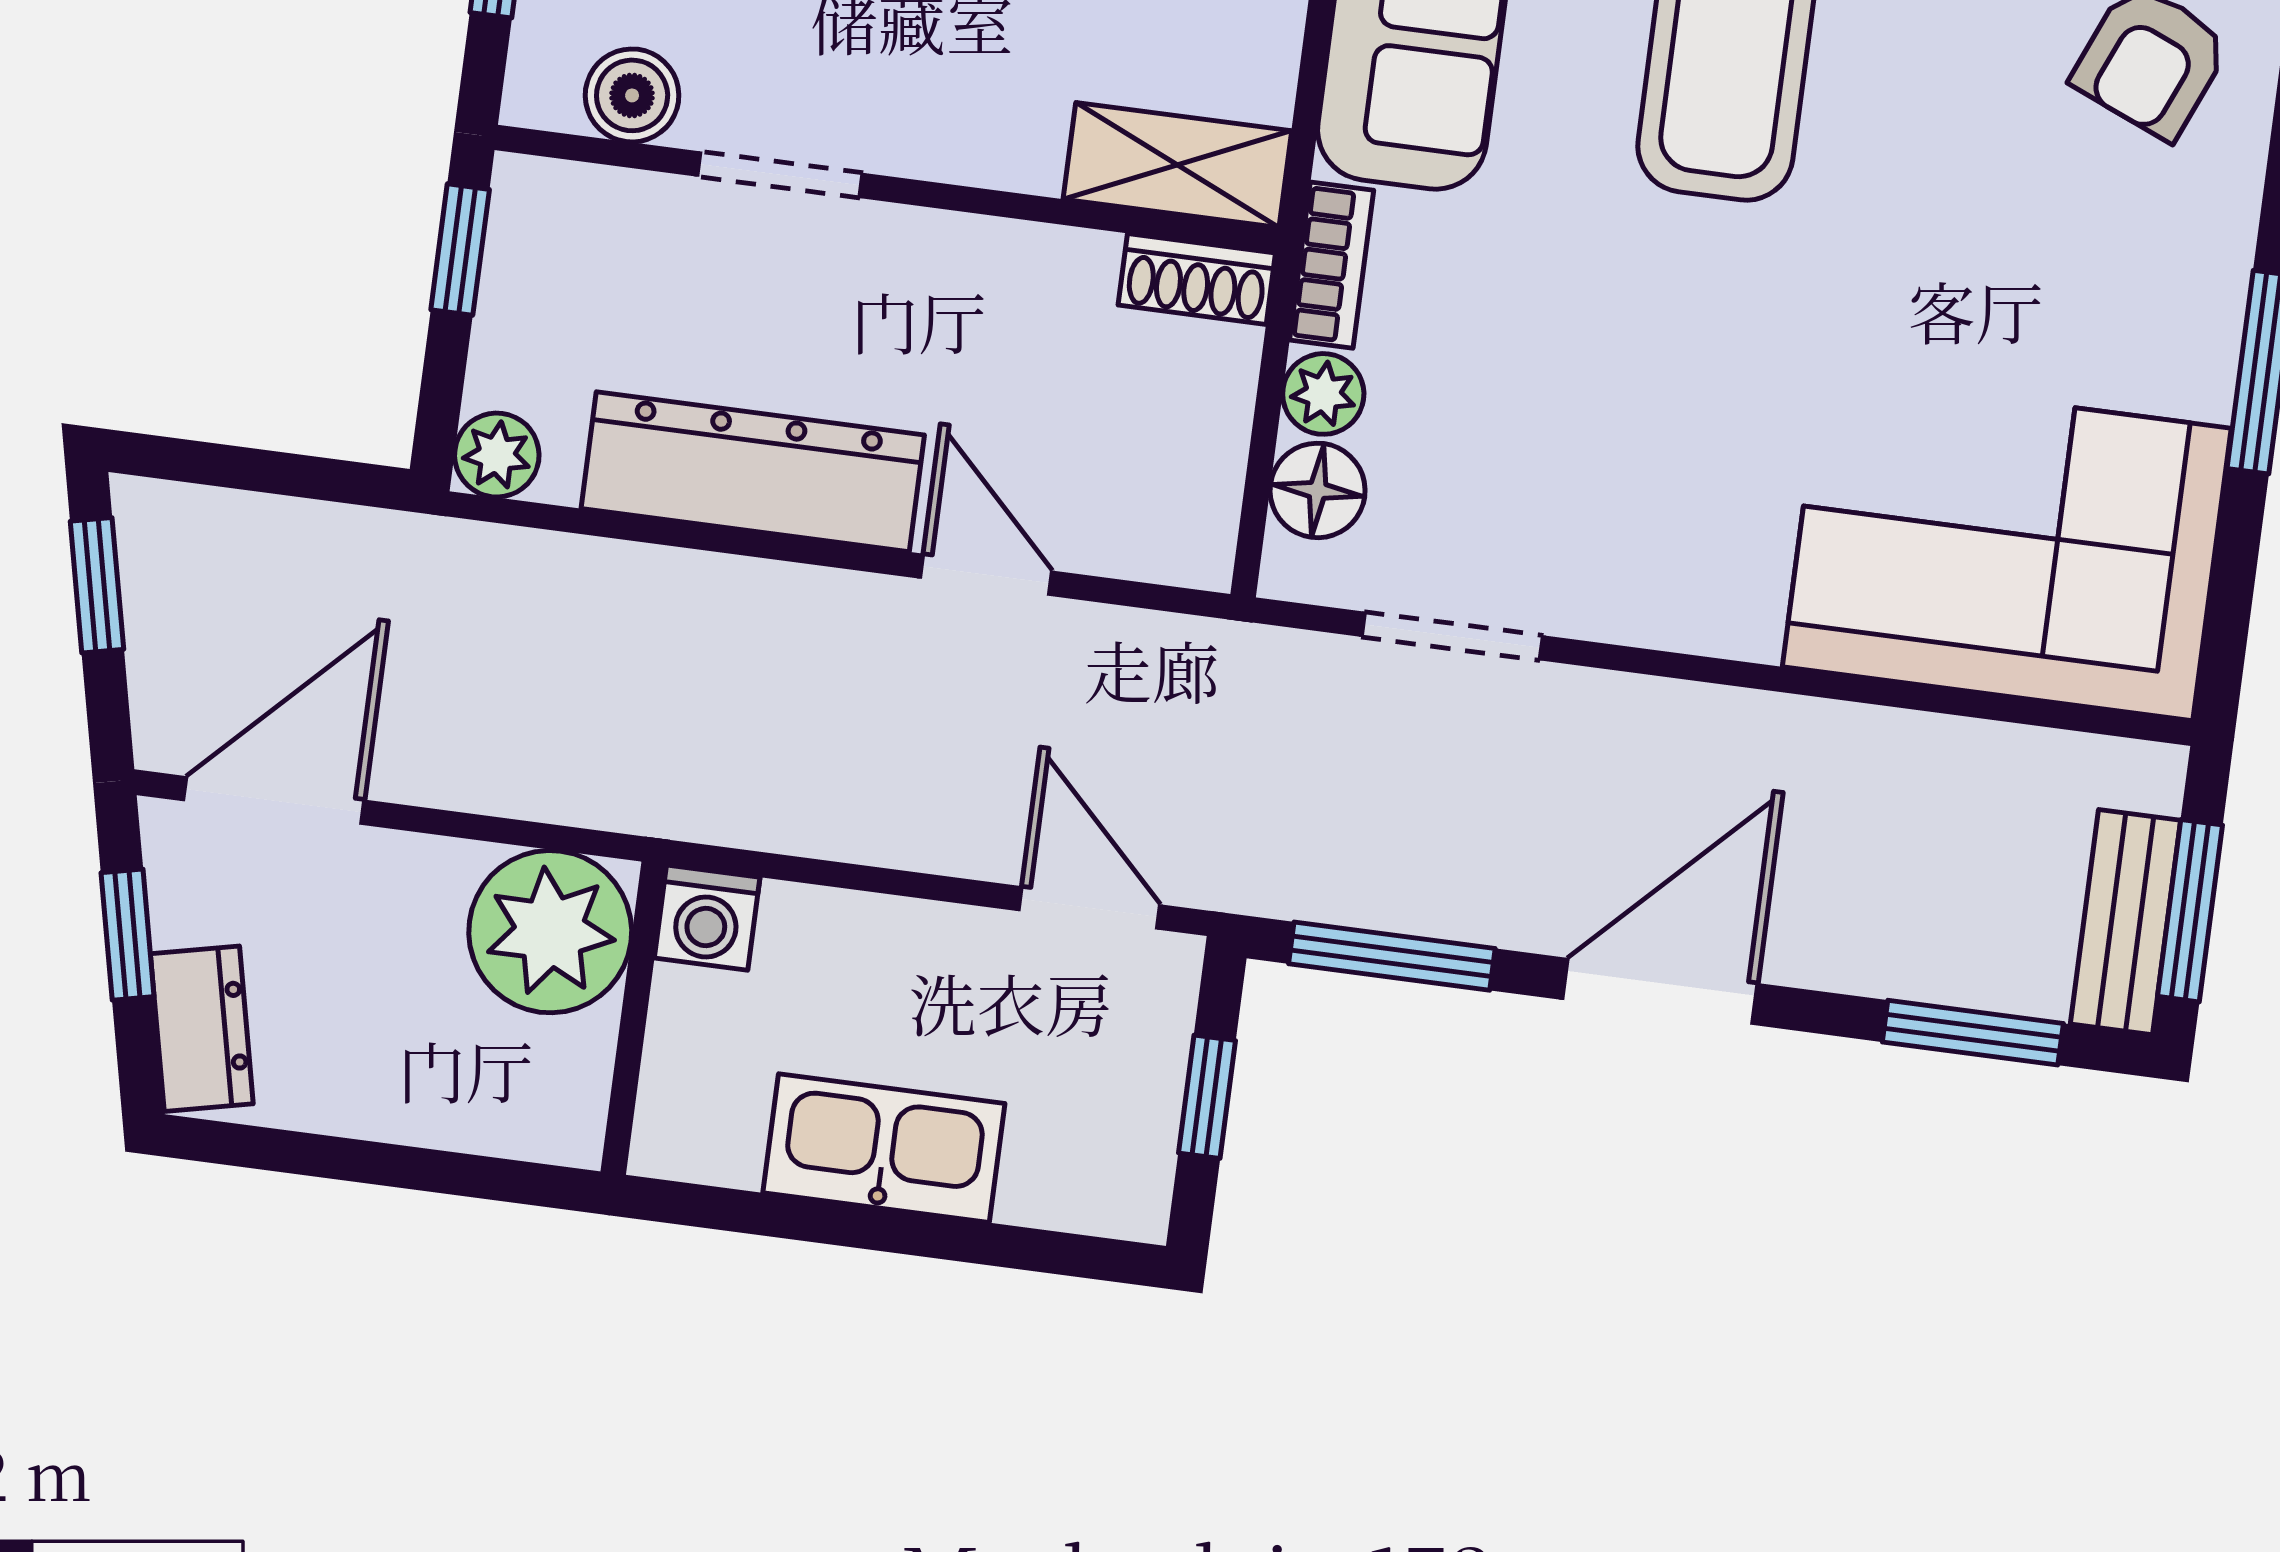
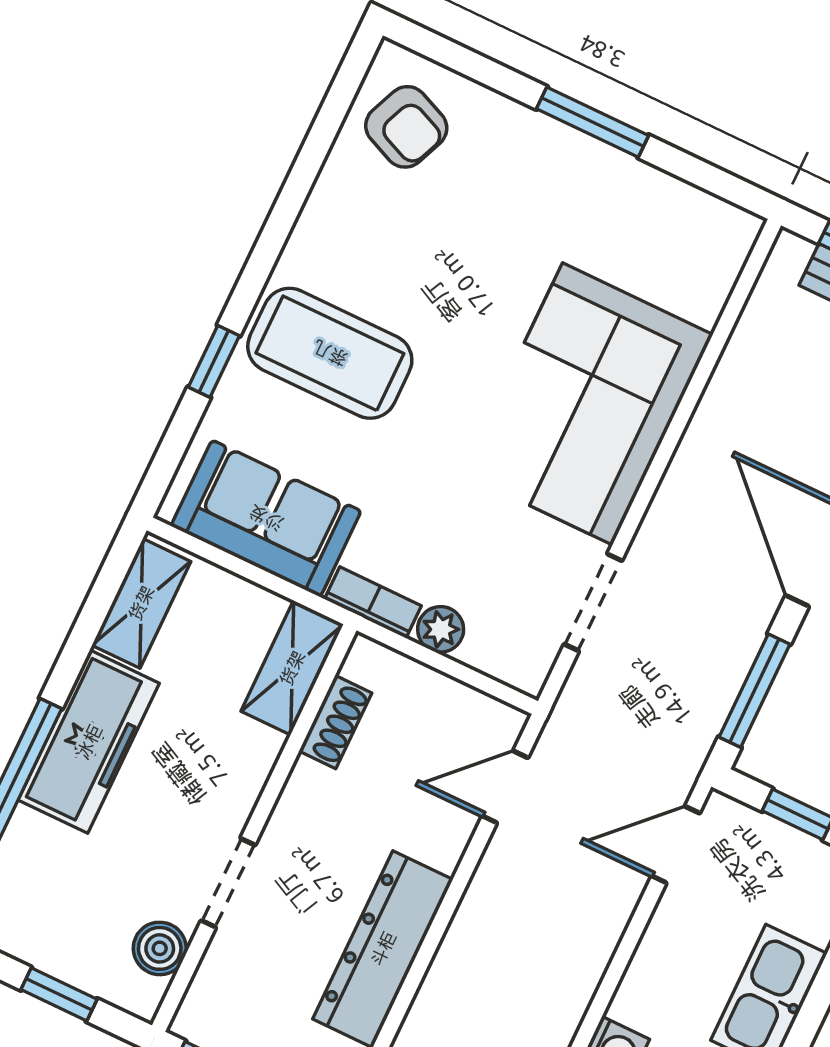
shoe rack: (1197, 279) -> (335, 722), moved
floor lamp: (1318, 490) -> (491, 649), removed
corner sofa: (2007, 547) -> (588, 404), moved
door: (986, 575) -> (505, 787), moved

